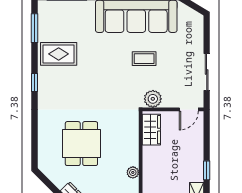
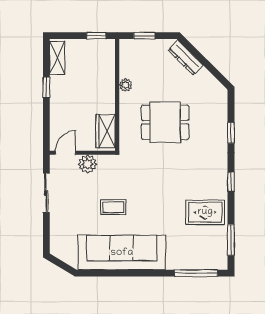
plant: (153, 99) -> (87, 164), moved
window: (35, 128) -> (231, 133), added
dining table: (81, 144) -> (165, 122), moved, turned 90

